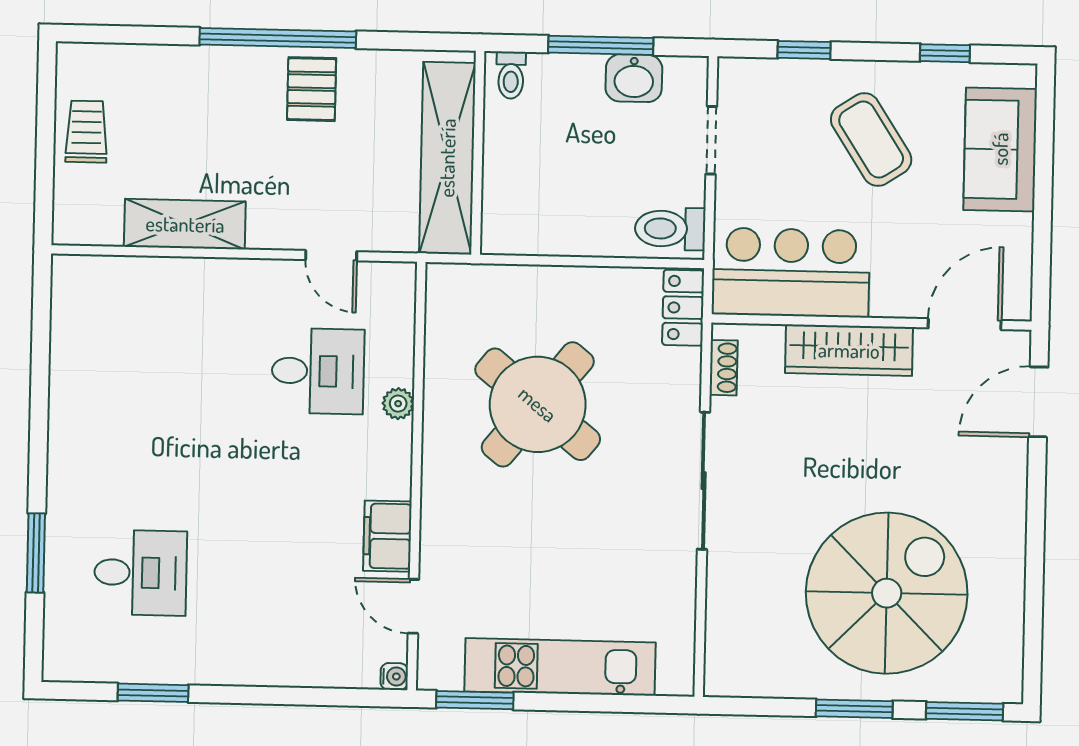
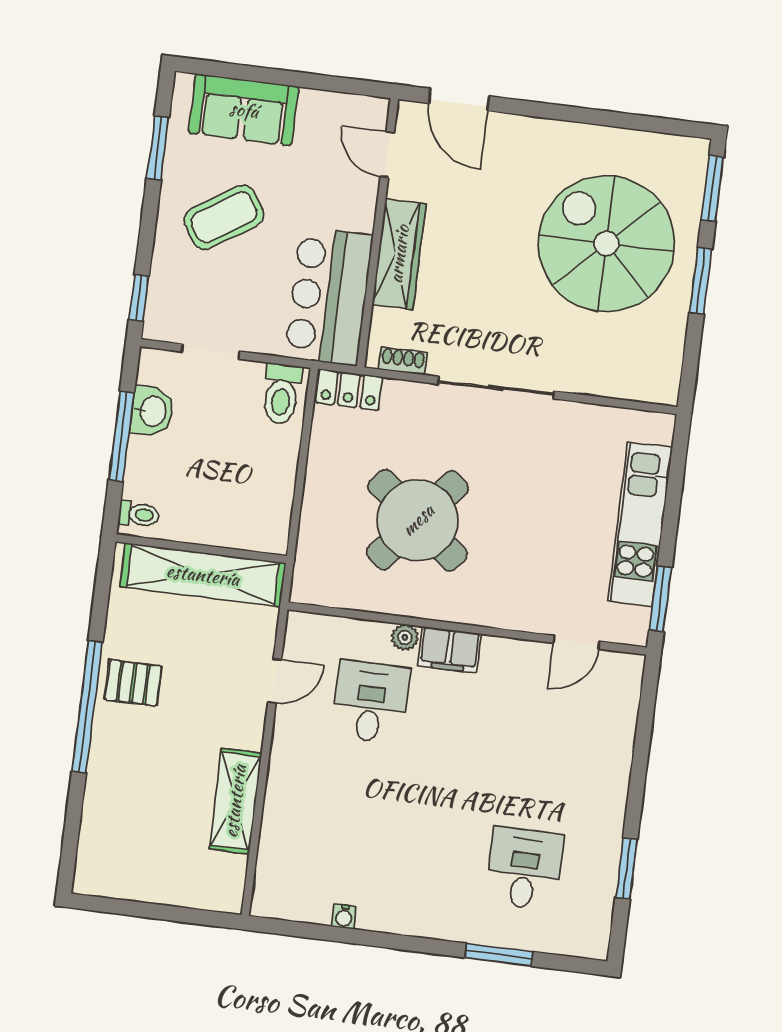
window: (804, 50) -> (139, 298), moved
window: (945, 53) -> (158, 148), width x1.50
trolley: (86, 132) -> (149, 876), removed
door: (965, 324) -> (387, 155), width x0.73
filing cabinet: (387, 536) -> (449, 650), moved
water cooler: (394, 676) -> (344, 917), moved, turned 180

